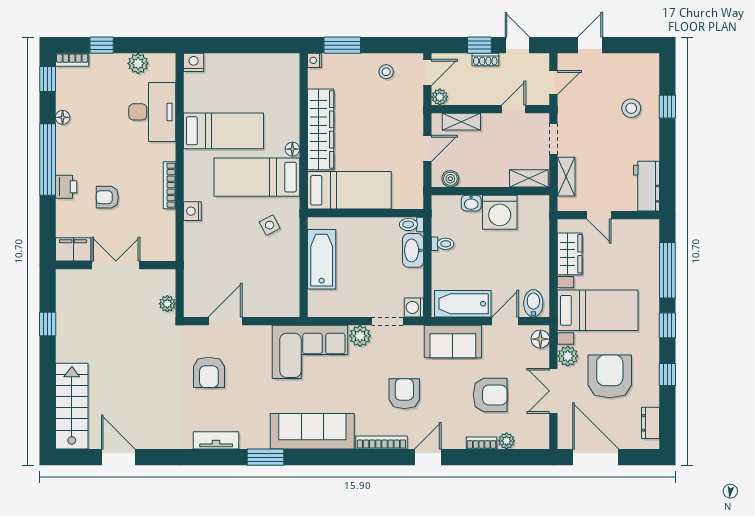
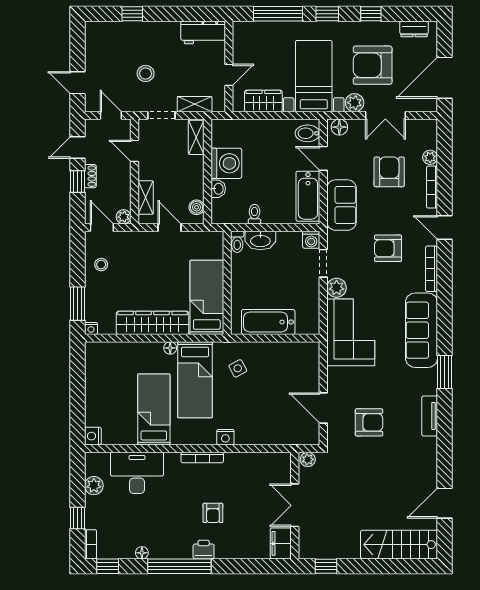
stool: (631, 108) -> (146, 74), moved
filing cabinet: (73, 249) -> (281, 543), moved
double door: (116, 265) -> (295, 505), moved
wall: (116, 265) -> (295, 506), moved
bookcase: (482, 443) -> (432, 187), width x1.56

